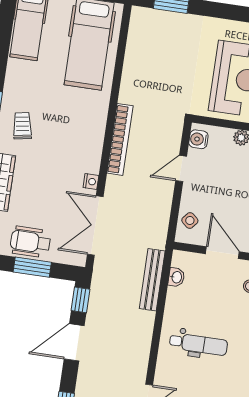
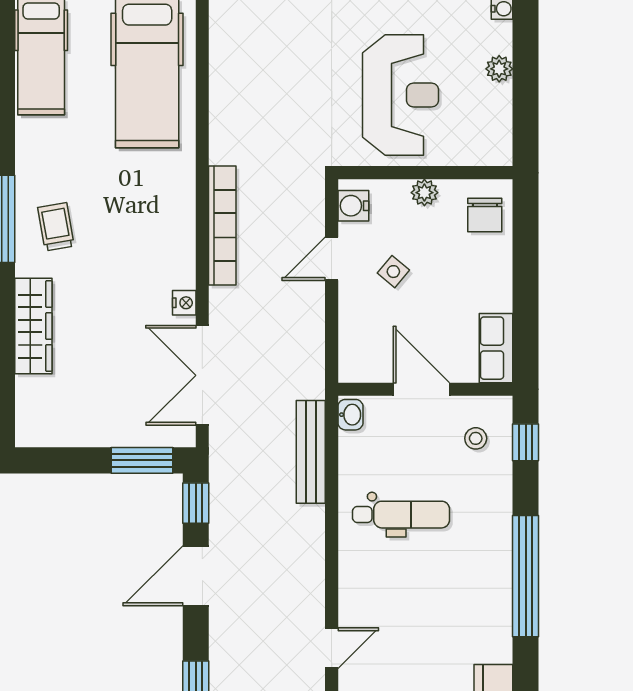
side table: (190, 220) -> (393, 272), moved
wheelchair: (30, 242) -> (98, 419), removed
window: (32, 267) -> (142, 460), moved
washbasin: (176, 277) -> (350, 415), moved
dental chair: (198, 344) -> (401, 515), moved

